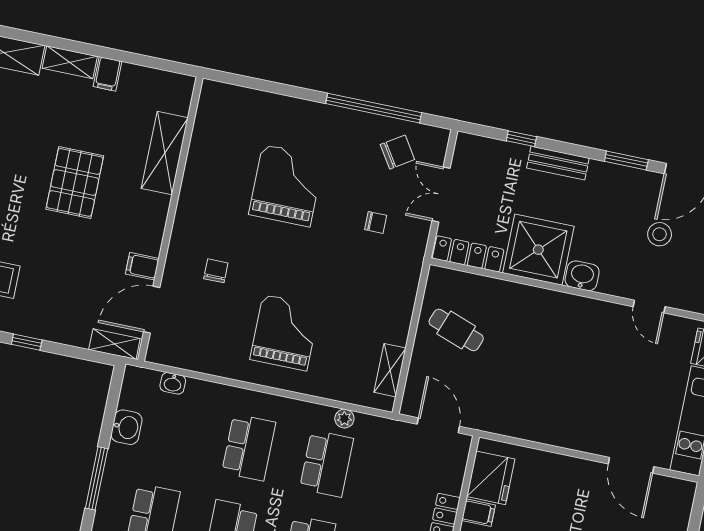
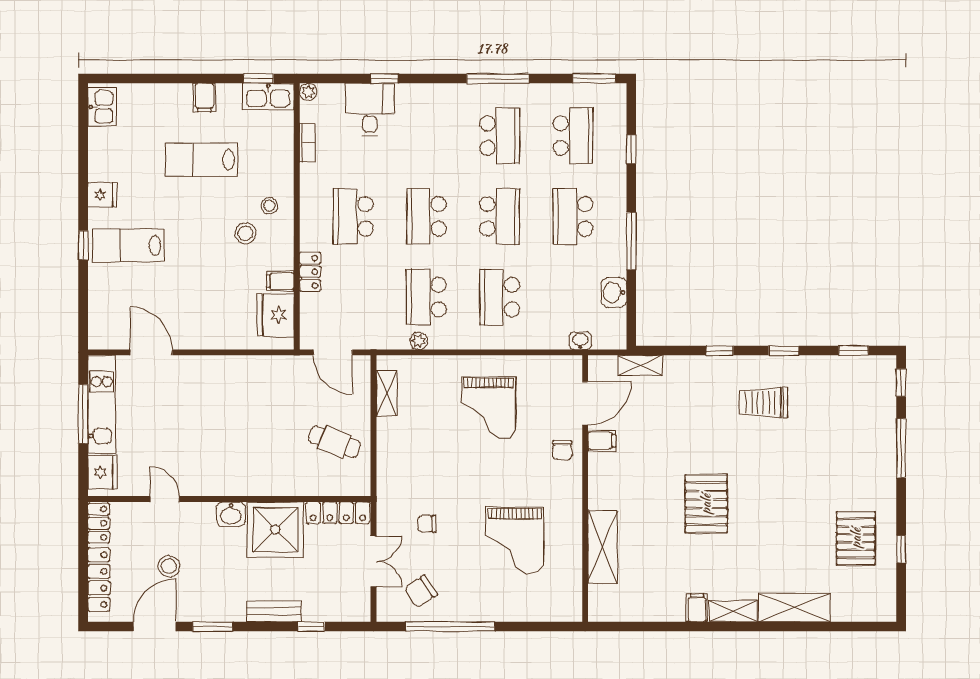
shelving: (165, 153) -> (603, 547), moved
wall: (170, 219) -> (585, 489), moved
filing cabinet: (142, 266) -> (602, 441), moved
door: (152, 310) -> (585, 403), moved

